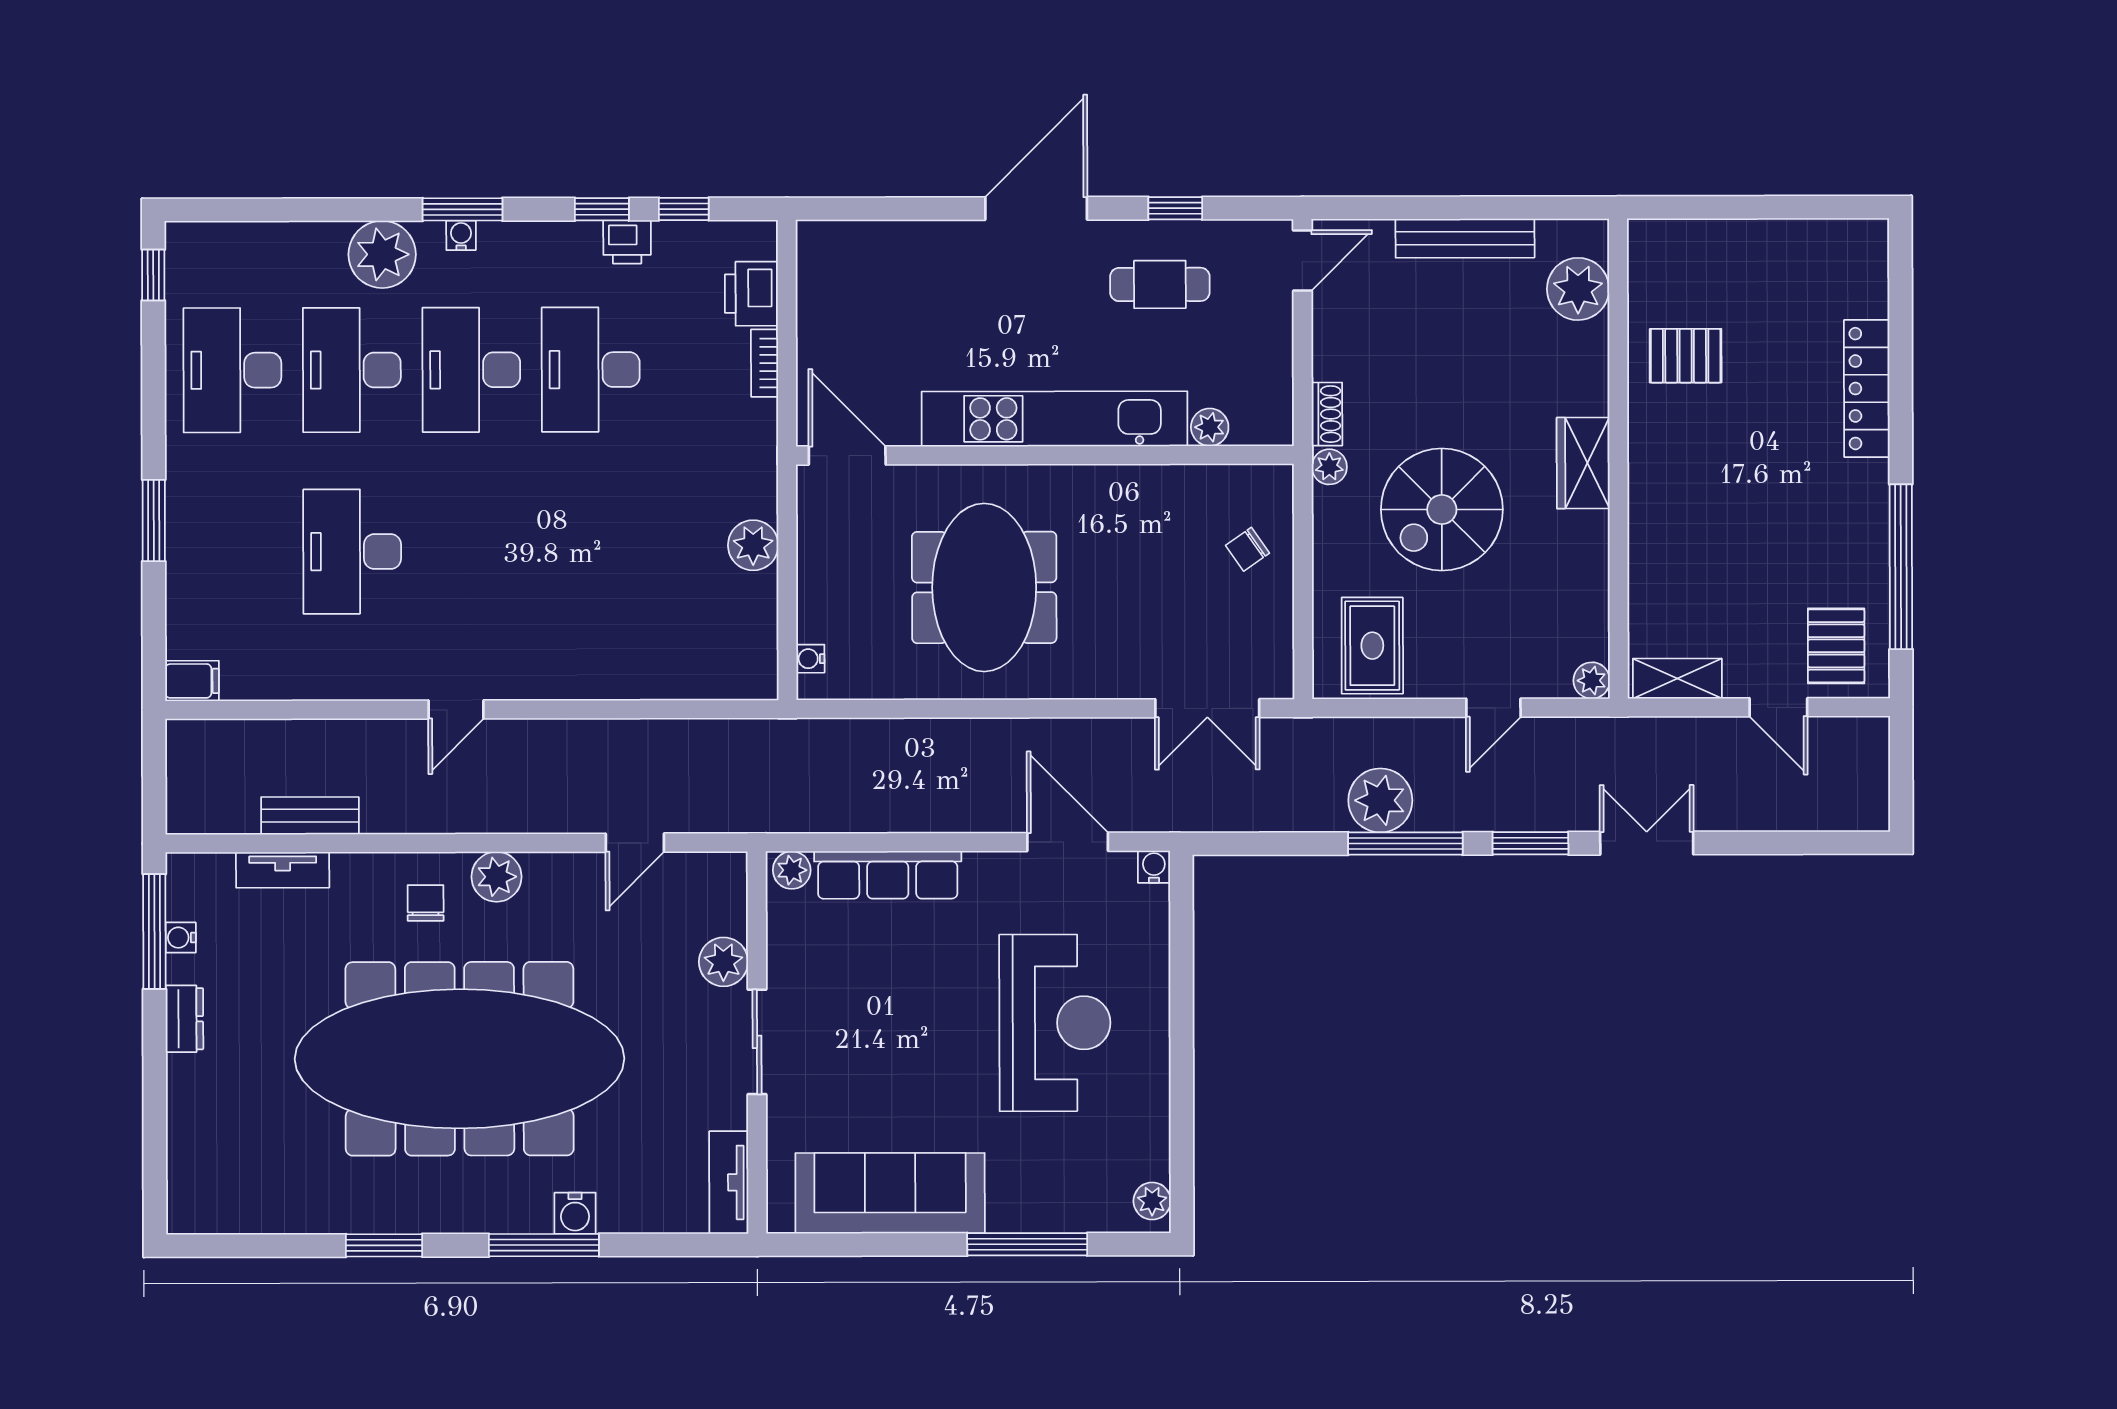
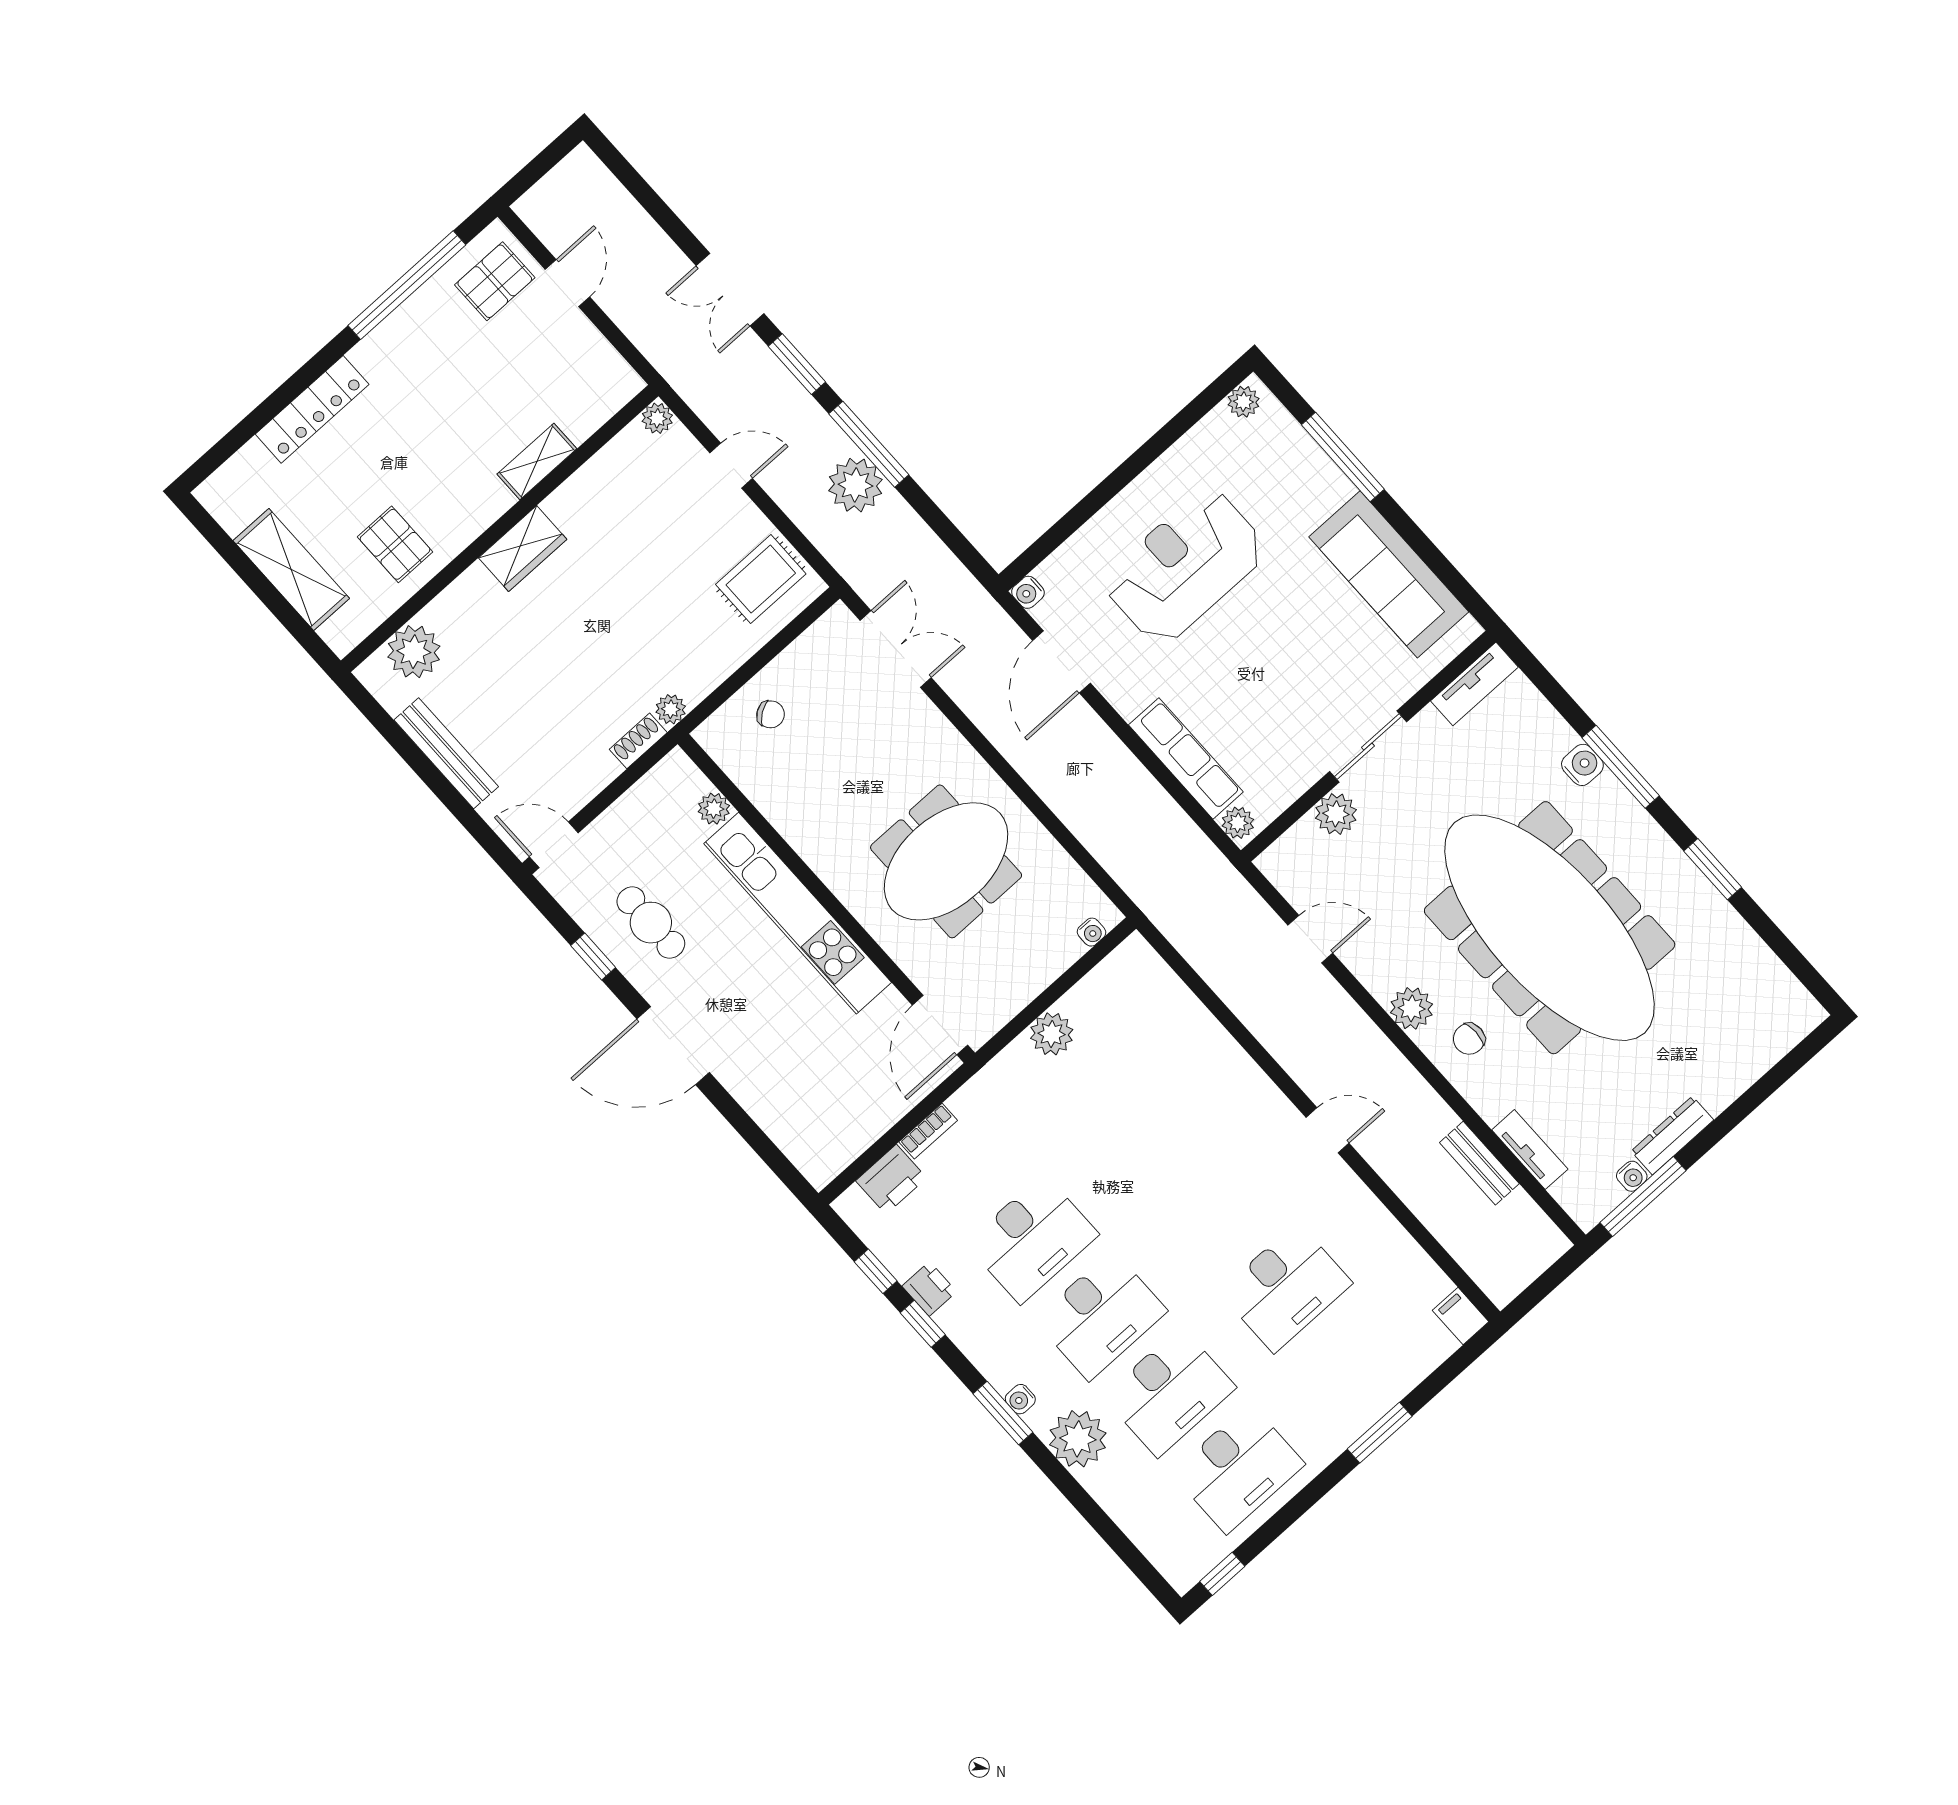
shelving: (1744, 246) -> (291, 570), added
spiral stairs: (1442, 510) -> (634, 612), removed
shelving: (1677, 679) -> (537, 461), moved, turned 90
dresser: (184, 1019) -> (1672, 1136), width x1.44

